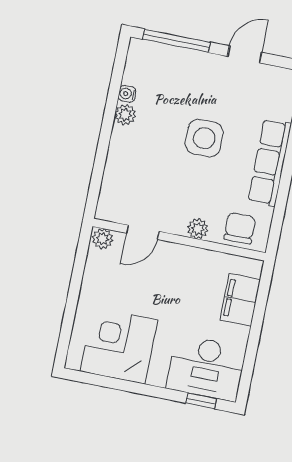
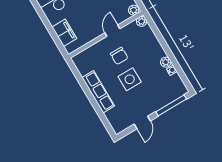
chair: (240, 228) -> (119, 56), moved
plant: (198, 229) -> (142, 21), moved
door: (143, 232) -> (112, 31), moved

